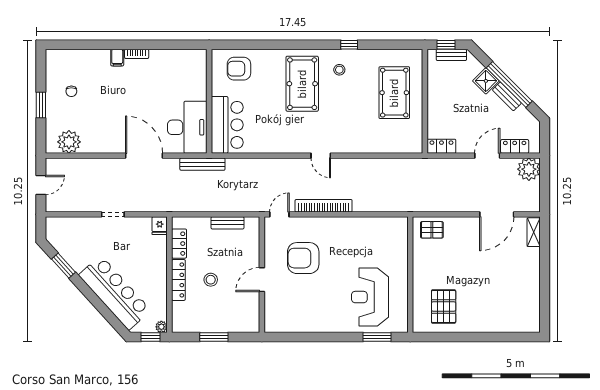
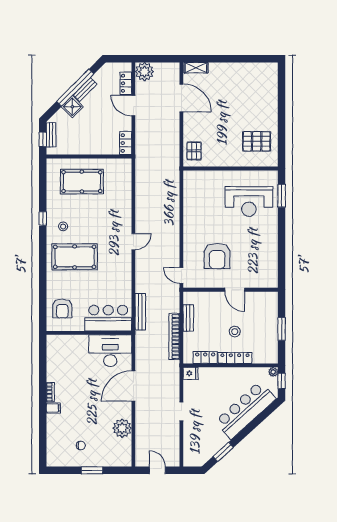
plant: (69, 142) -> (122, 428), moved
bench: (202, 164) -> (140, 312), moved
bookcase: (324, 206) -> (174, 337), moved

